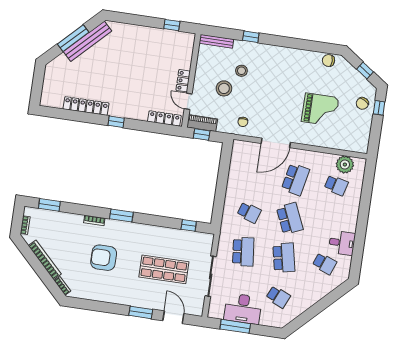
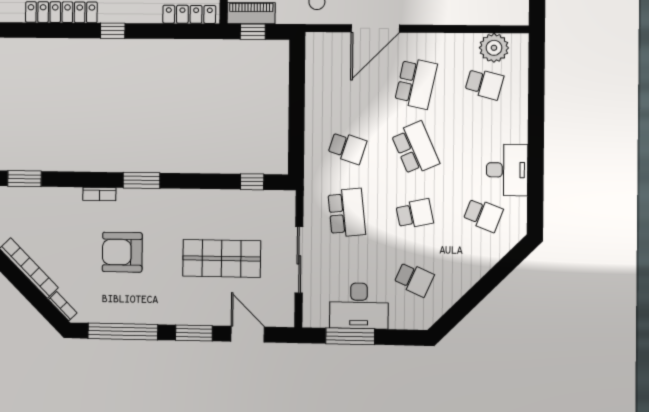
desk: (342, 243) -> (507, 170), width x1.37
school desk: (284, 258) -> (415, 214), width x0.54
window: (97, 306) -> (123, 331), added

